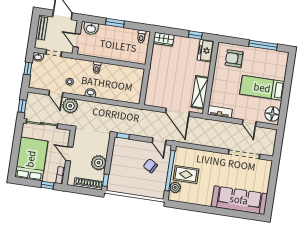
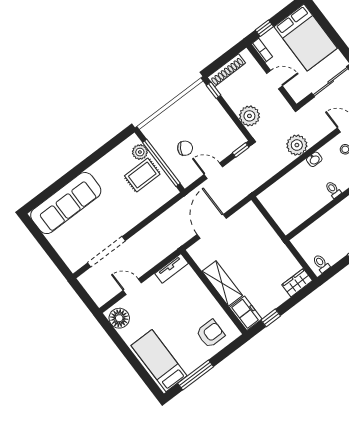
bed: (262, 88) -> (159, 361), moved, turned -90
shelving: (200, 92) -> (222, 283), moved
plant: (70, 106) -> (297, 145), moved
door: (177, 112) -> (212, 226), hinge flipped
door: (159, 141) -> (213, 171), moved
plant: (99, 163) -> (249, 116), moved

